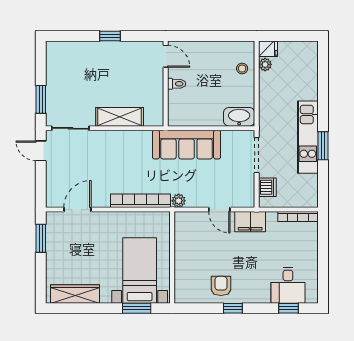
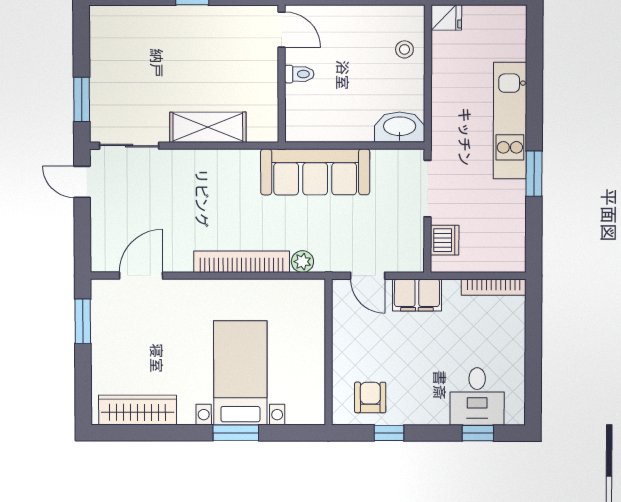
plant: (265, 64) -> (441, 43), removed
kitchen unit: (308, 137) -> (510, 121), moved
wall: (172, 257) -> (329, 352), moved

